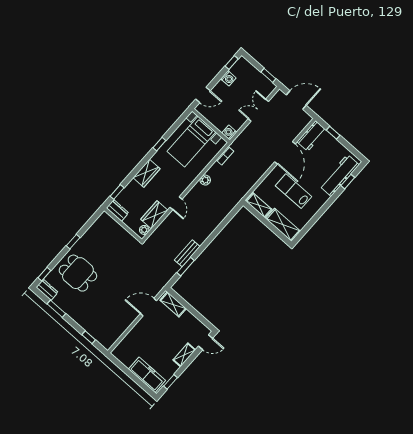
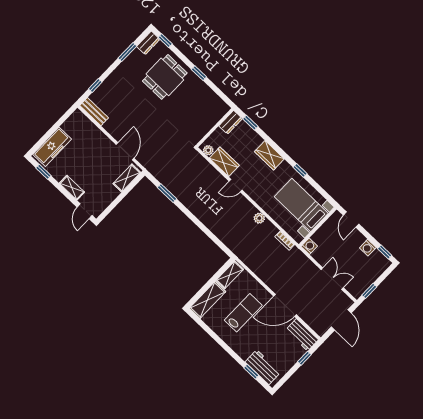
workbench: (339, 175) -> (263, 367), width x0.73
bench: (187, 253) -> (94, 112), moved

